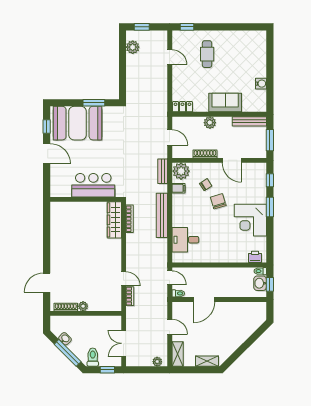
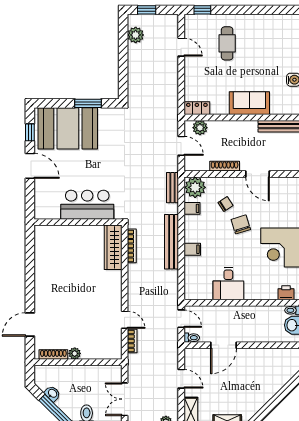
plant: (210, 123) -> (200, 128), moved
filing cabinet: (179, 221) -> (192, 249), added
desk: (185, 240) -> (228, 284), moved, turned -90

